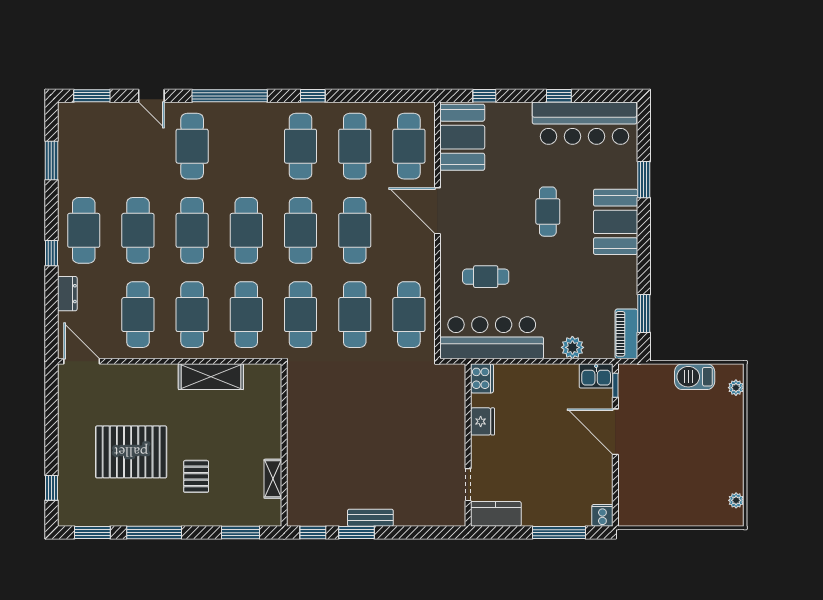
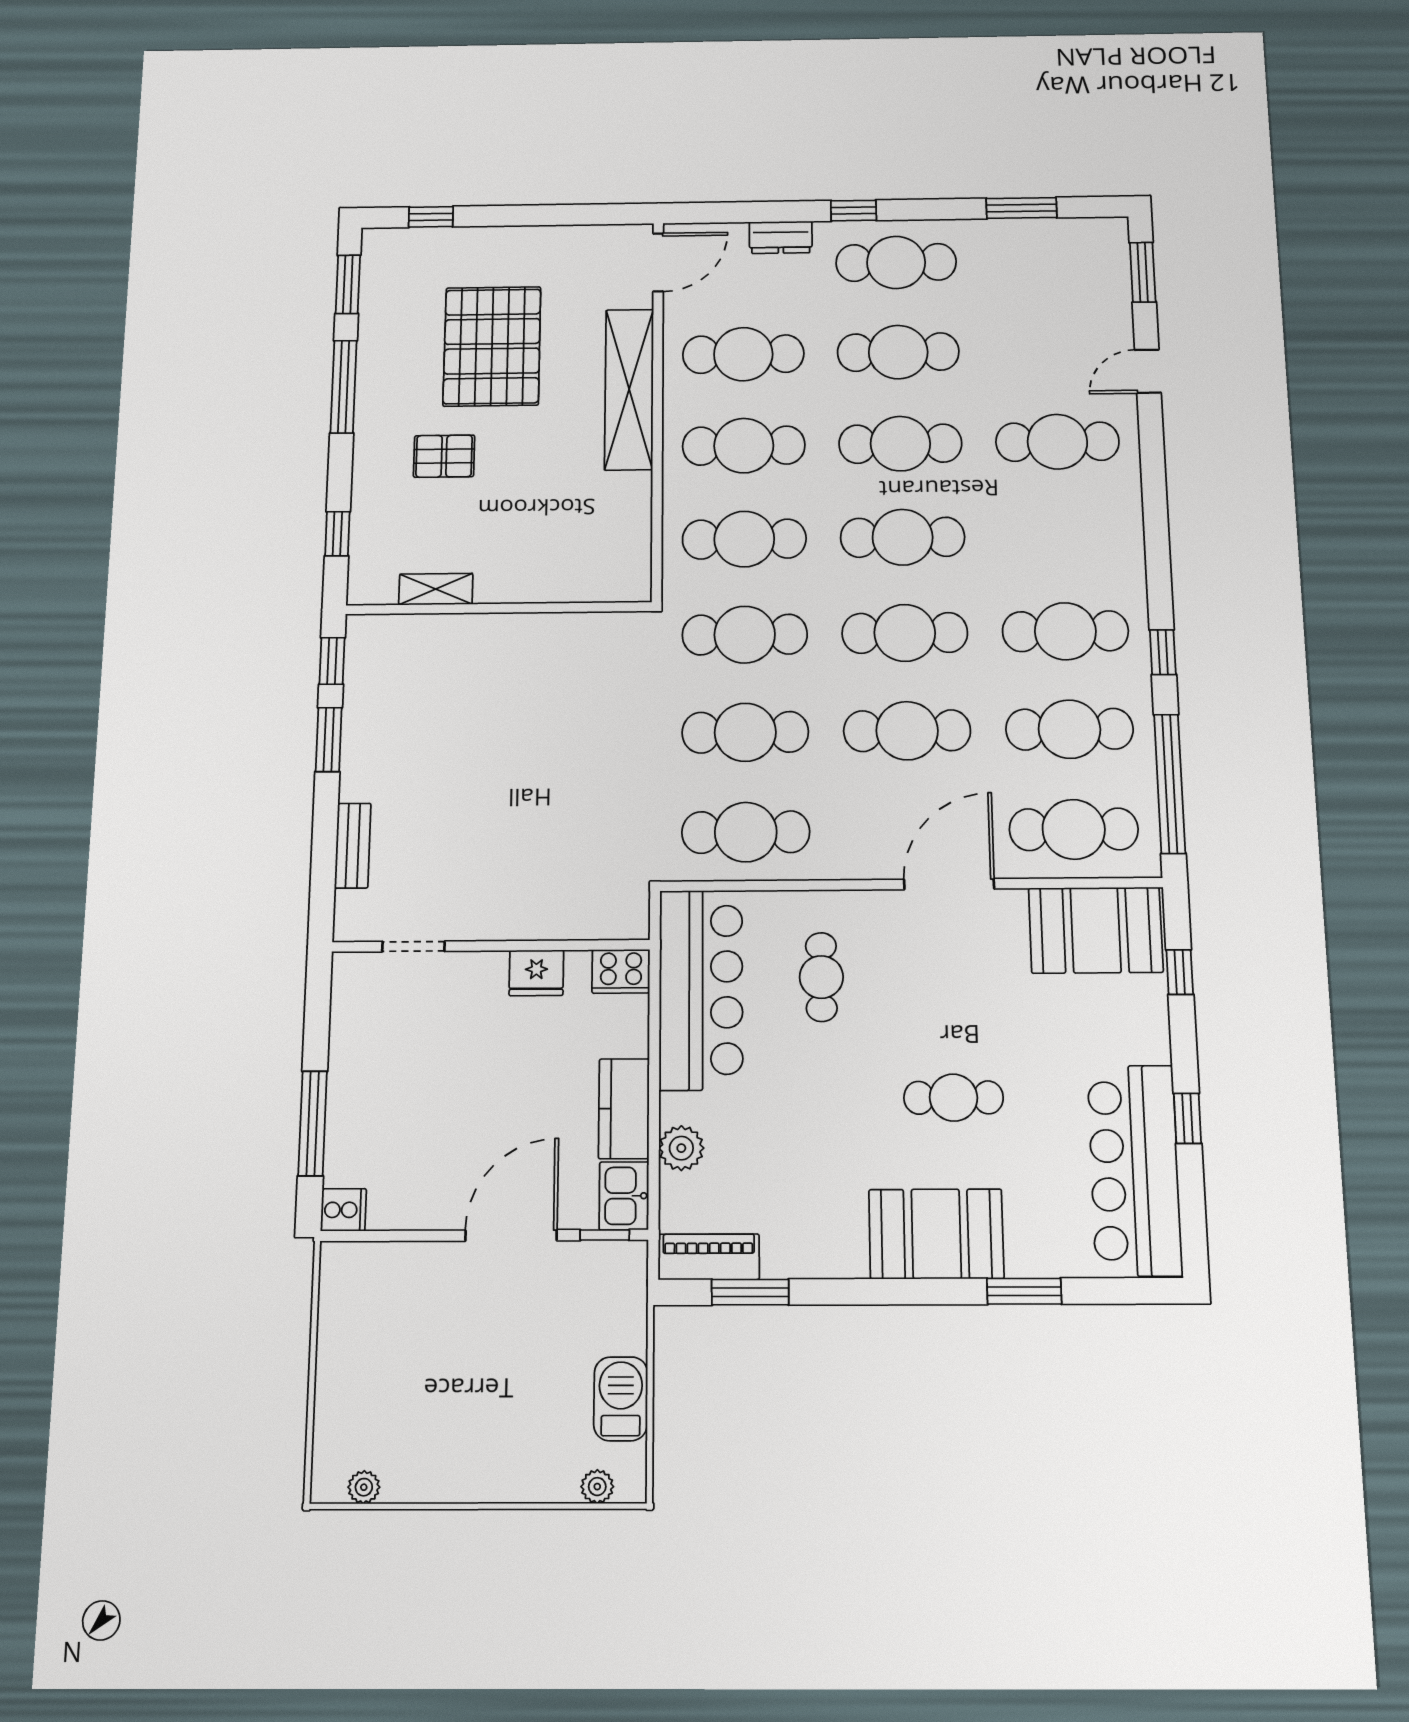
window: (230, 96) -> (1170, 784), moved
shelving: (211, 377) -> (629, 389), moved, width x1.47
kitchen counter: (496, 514) -> (624, 1109), moved, turned 180
bench: (370, 518) -> (353, 846), moved
window: (241, 533) -> (337, 534), width x0.67

